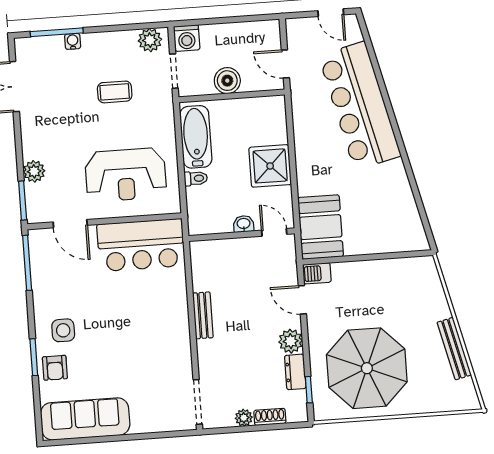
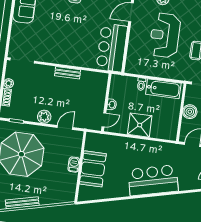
bar counter: (360, 106) -> (153, 180), width x0.73
reception desk: (126, 175) -> (165, 35), moved
booth: (321, 227) -> (93, 169), moved, turned 90
barbecue: (317, 273) -> (74, 165), moved
dresser: (295, 372) -> (27, 116), removed

